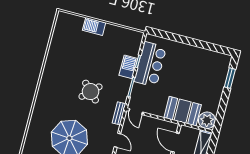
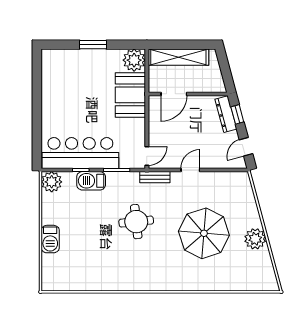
plant: (135, 38) -> (52, 182), added
bar counter: (150, 64) -> (80, 153), width x1.36
window: (230, 78) -> (93, 45), moved
round table: (91, 92) -> (136, 222), turned 38

